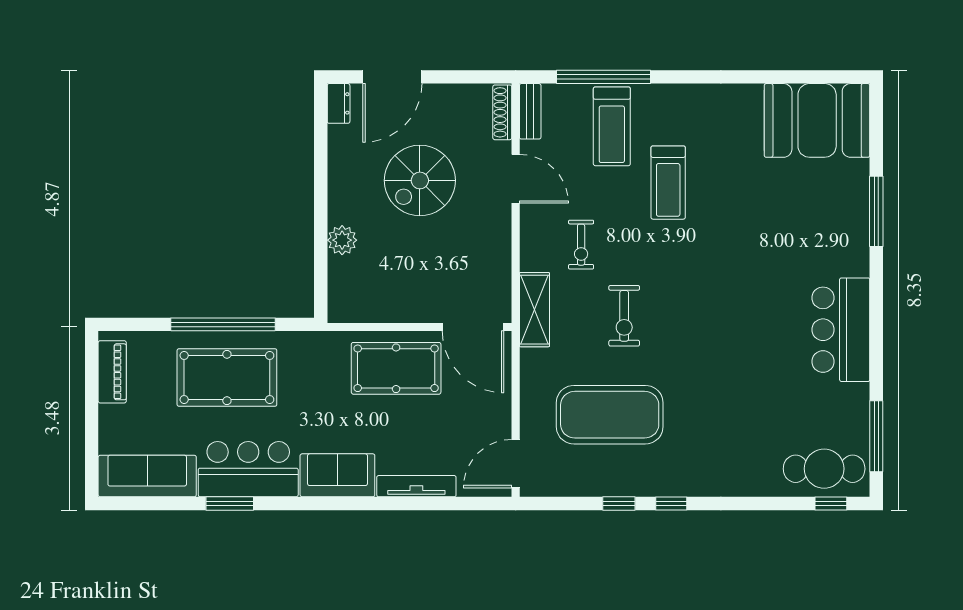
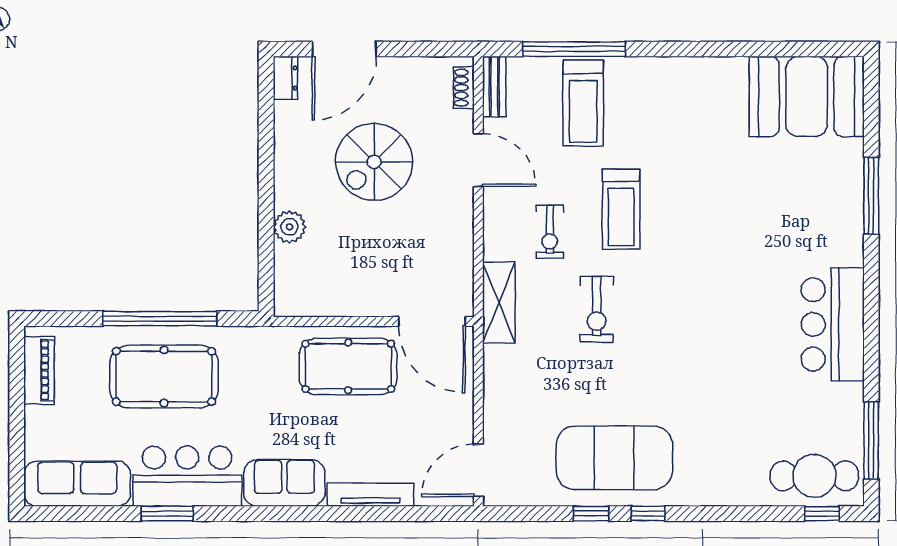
shoe rack: (502, 112) -> (464, 88), width x0.70
treadmill: (668, 183) -> (621, 209), moved
exercise mat: (610, 415) -> (614, 458), moved

